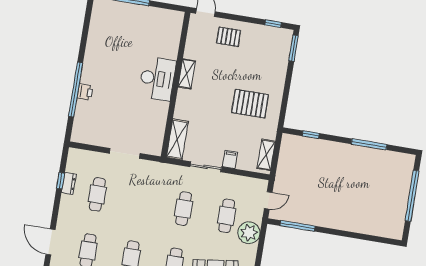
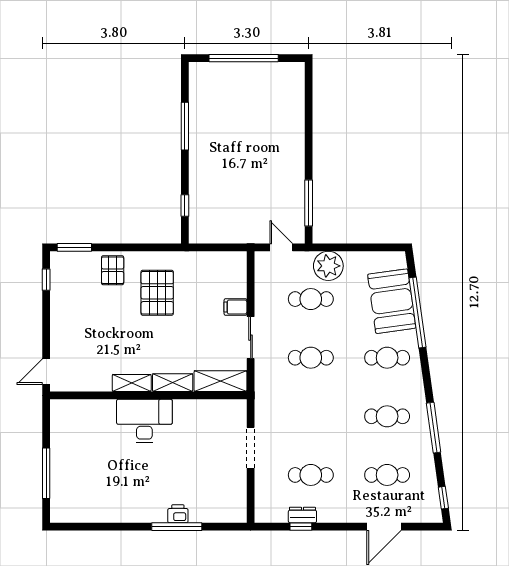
pallet: (229, 37) -> (113, 270), moved
window: (76, 90) -> (177, 527), width x0.68
shelving: (266, 155) -> (173, 383), moved

